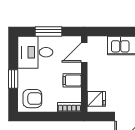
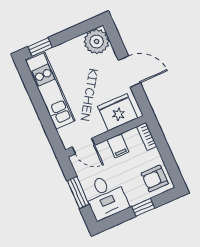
armchair: (32, 99) -> (155, 178), turned -90
fridge: (96, 99) -> (118, 112), width x1.88, depth x1.34

